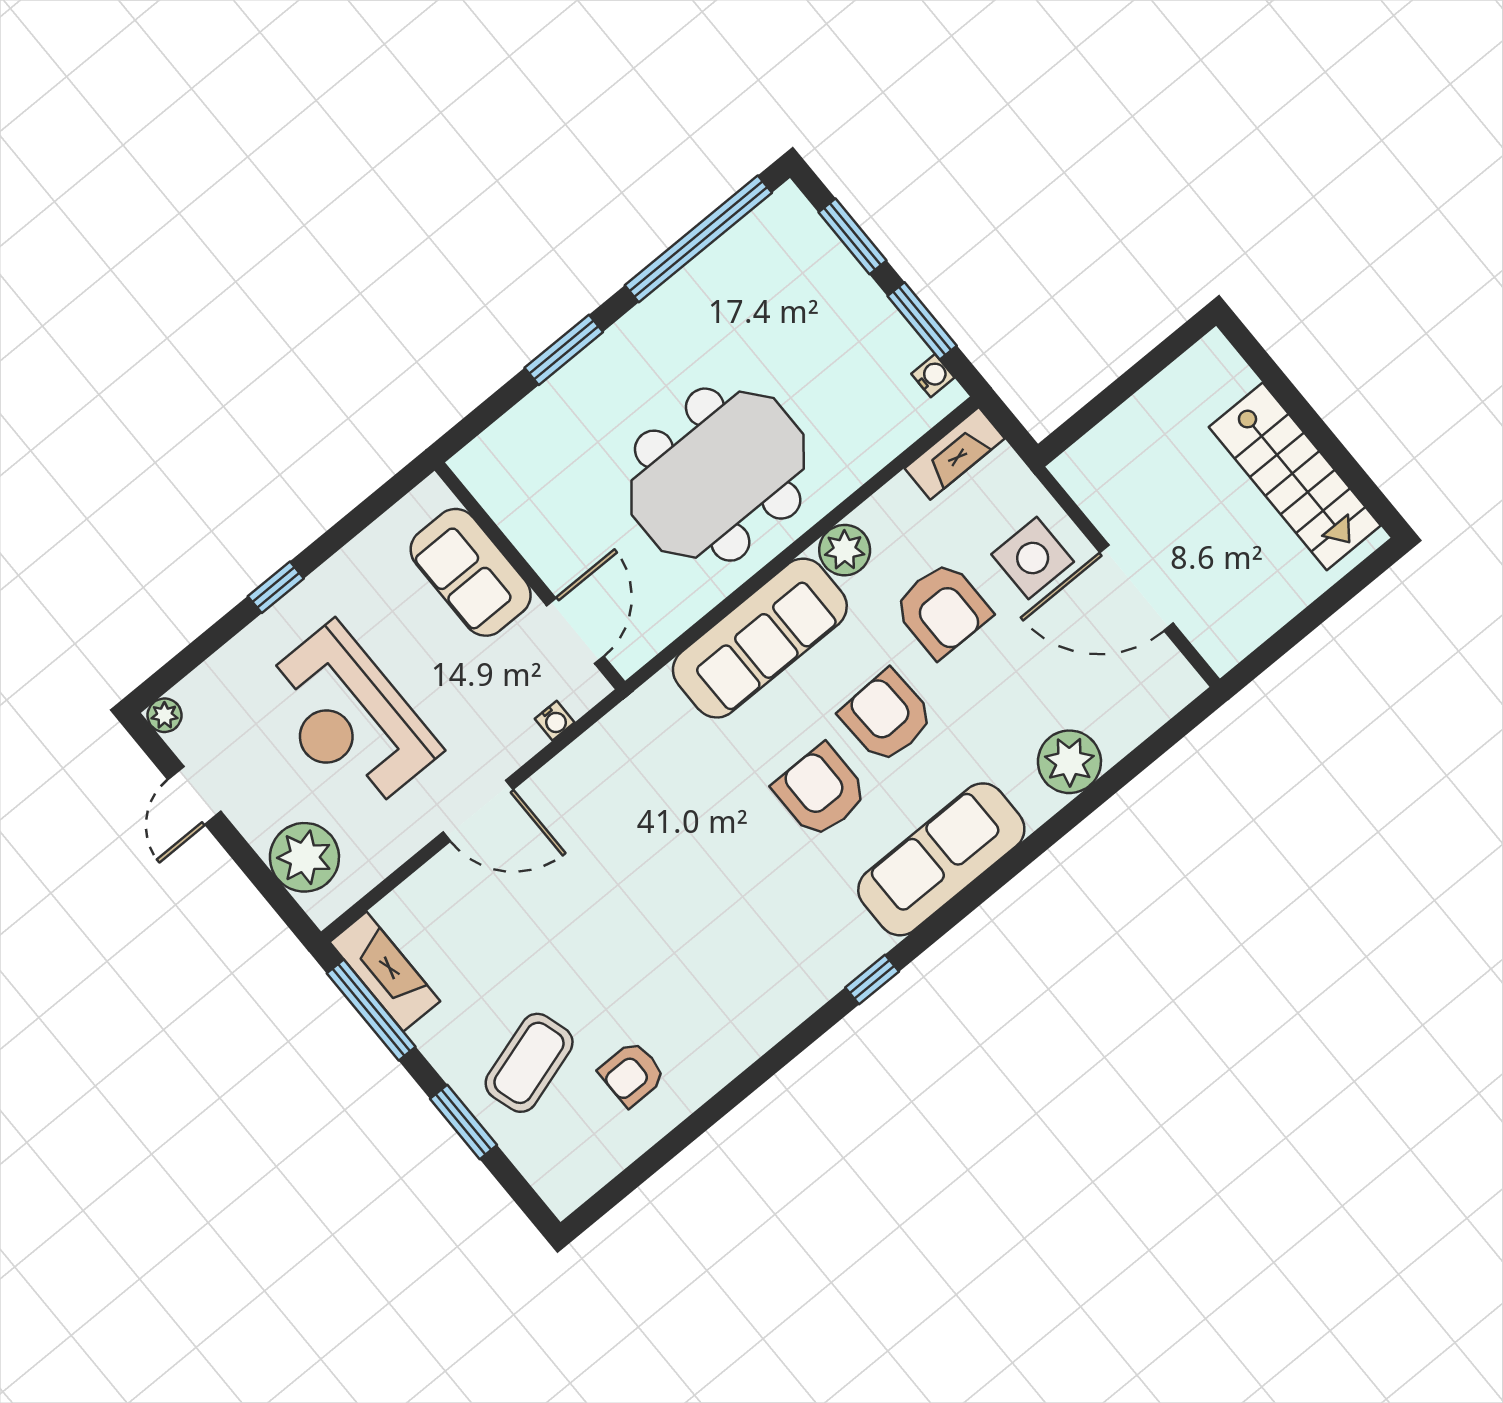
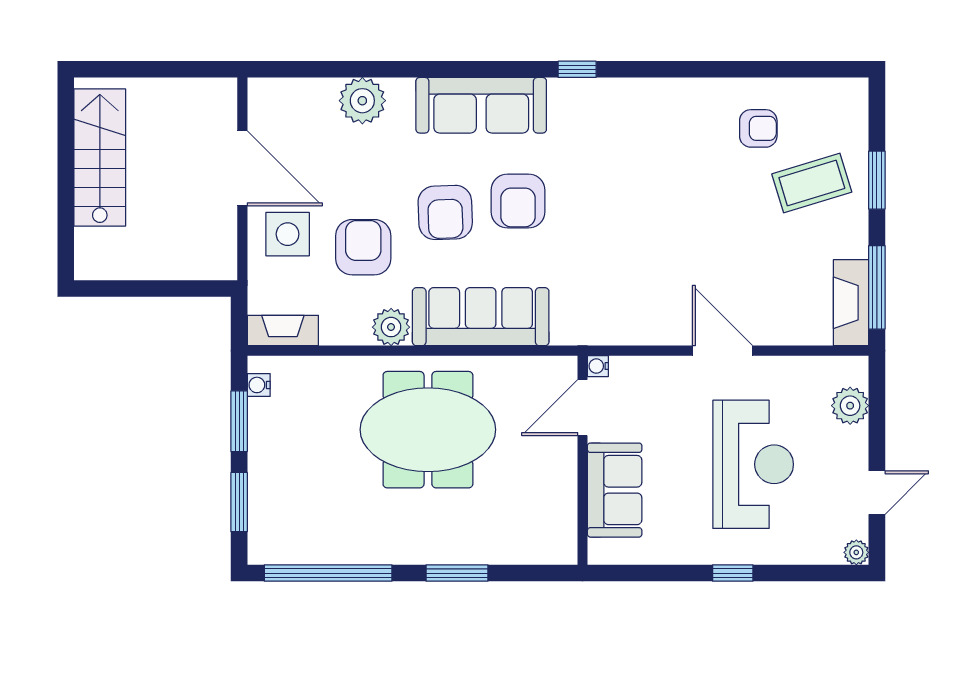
water cooler: (555, 721) -> (598, 366), moved, turned -90
plant: (304, 857) -> (850, 406), width x0.73, depth x0.73

